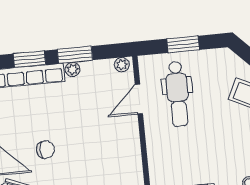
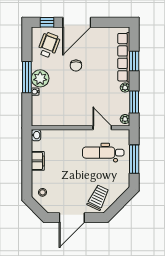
window: (183, 44) -> (134, 159), width x1.44
window: (75, 55) -> (134, 102), moved

